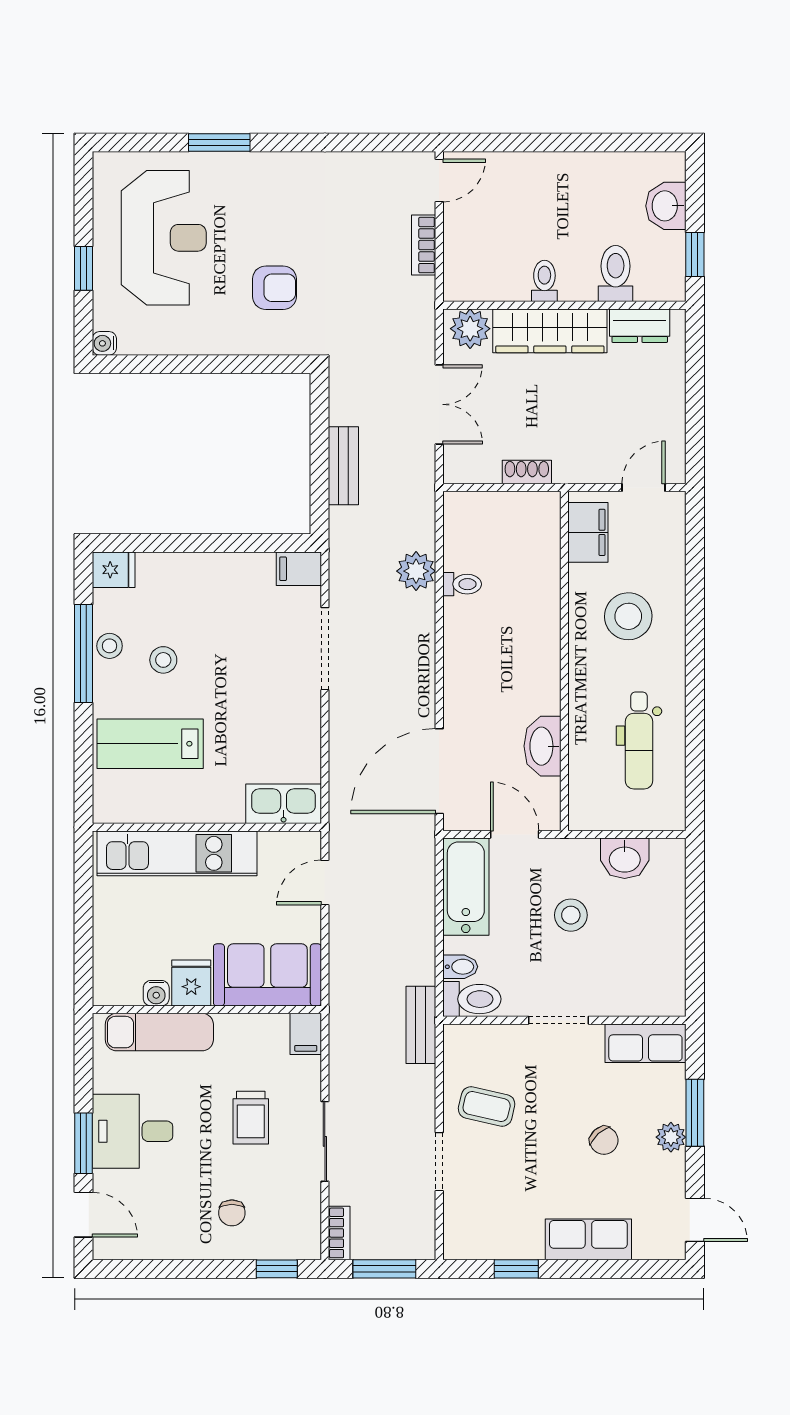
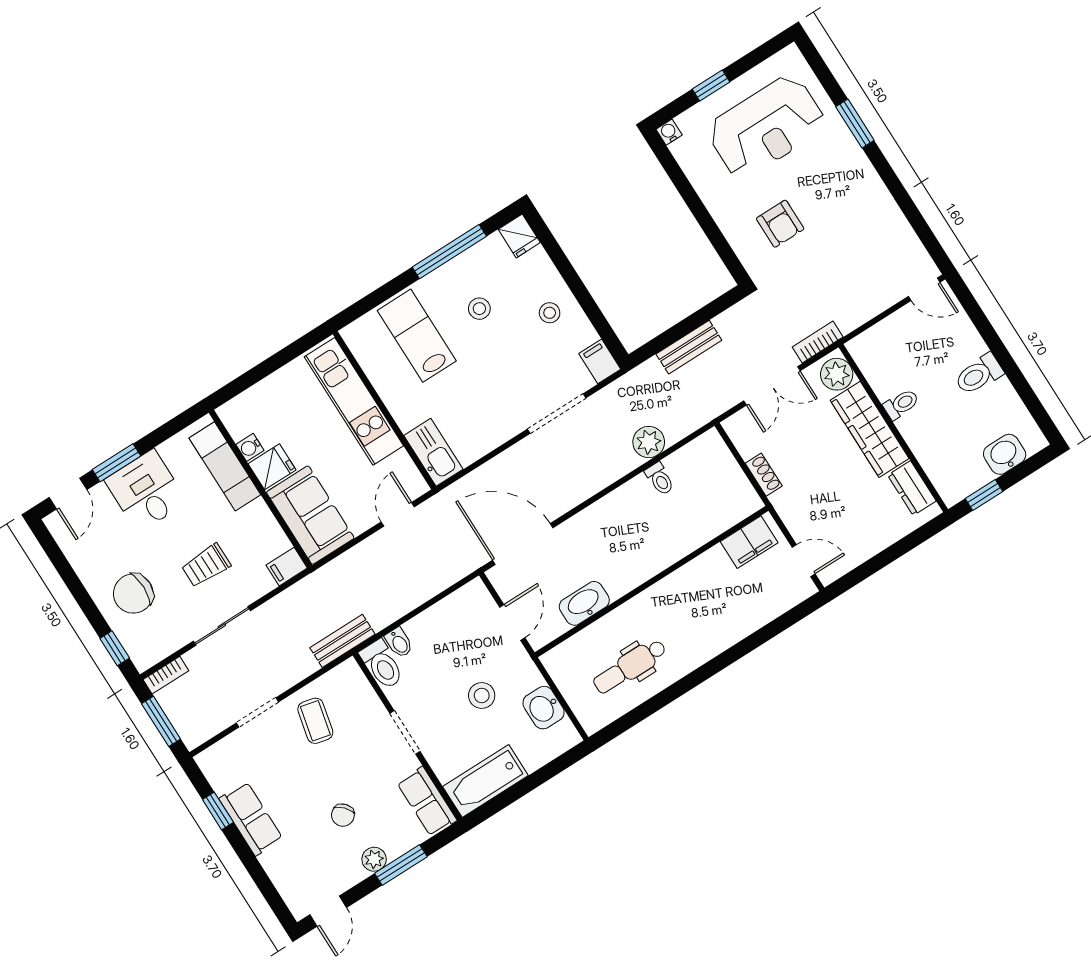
bookcase: (424, 245) -> (818, 342), moved
toilet: (616, 274) -> (979, 374), moved, turned 180
stool: (628, 616) -> (709, 606), removed
stool: (110, 646) -> (550, 313), moved
door: (325, 883) -> (398, 514), hinge flipped
bathtub: (466, 887) -> (485, 781), moved, turned 180
chair: (232, 1213) -> (133, 594), width x1.87, depth x1.87
row of seats: (588, 1239) -> (251, 819), moved

